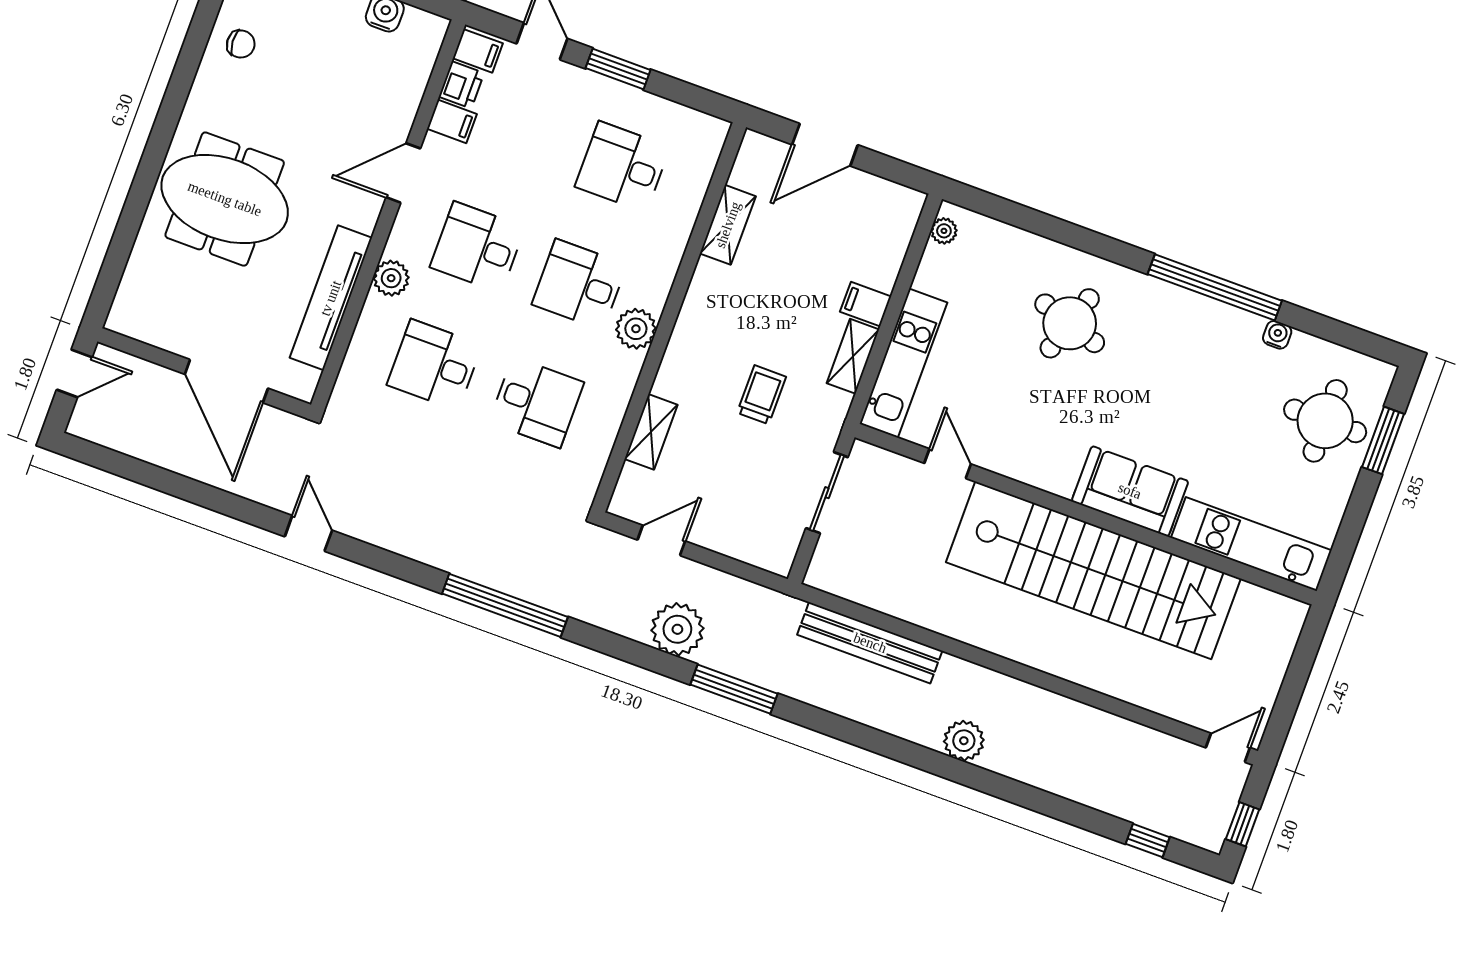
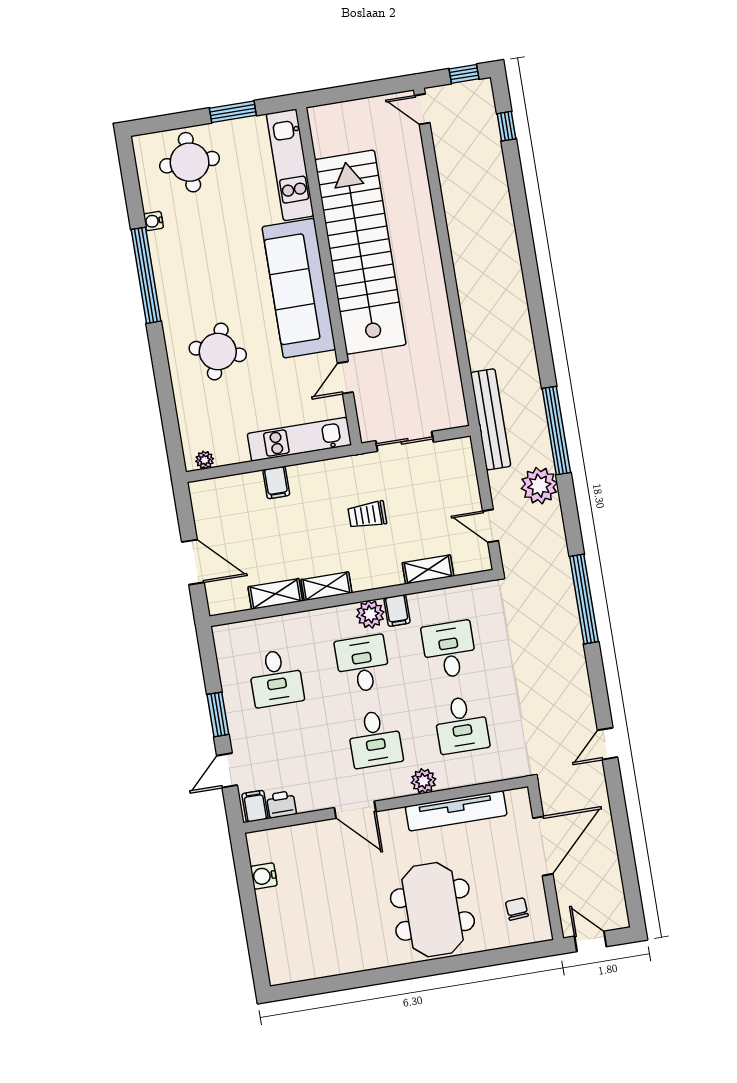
chair: (241, 44) -> (517, 909), moved
filing cabinet: (452, 121) -> (397, 610), moved, turned 180
desk: (579, 284) -> (363, 664), turned 180
shelving: (853, 356) -> (326, 586), moved
window: (1383, 440) -> (233, 112), moved
sofa: (1130, 491) -> (299, 288), width x1.85, depth x1.27
bench: (870, 643) -> (491, 419), moved
window: (734, 689) -> (556, 431), width x1.46
plant: (964, 741) -> (509, 273), removed

